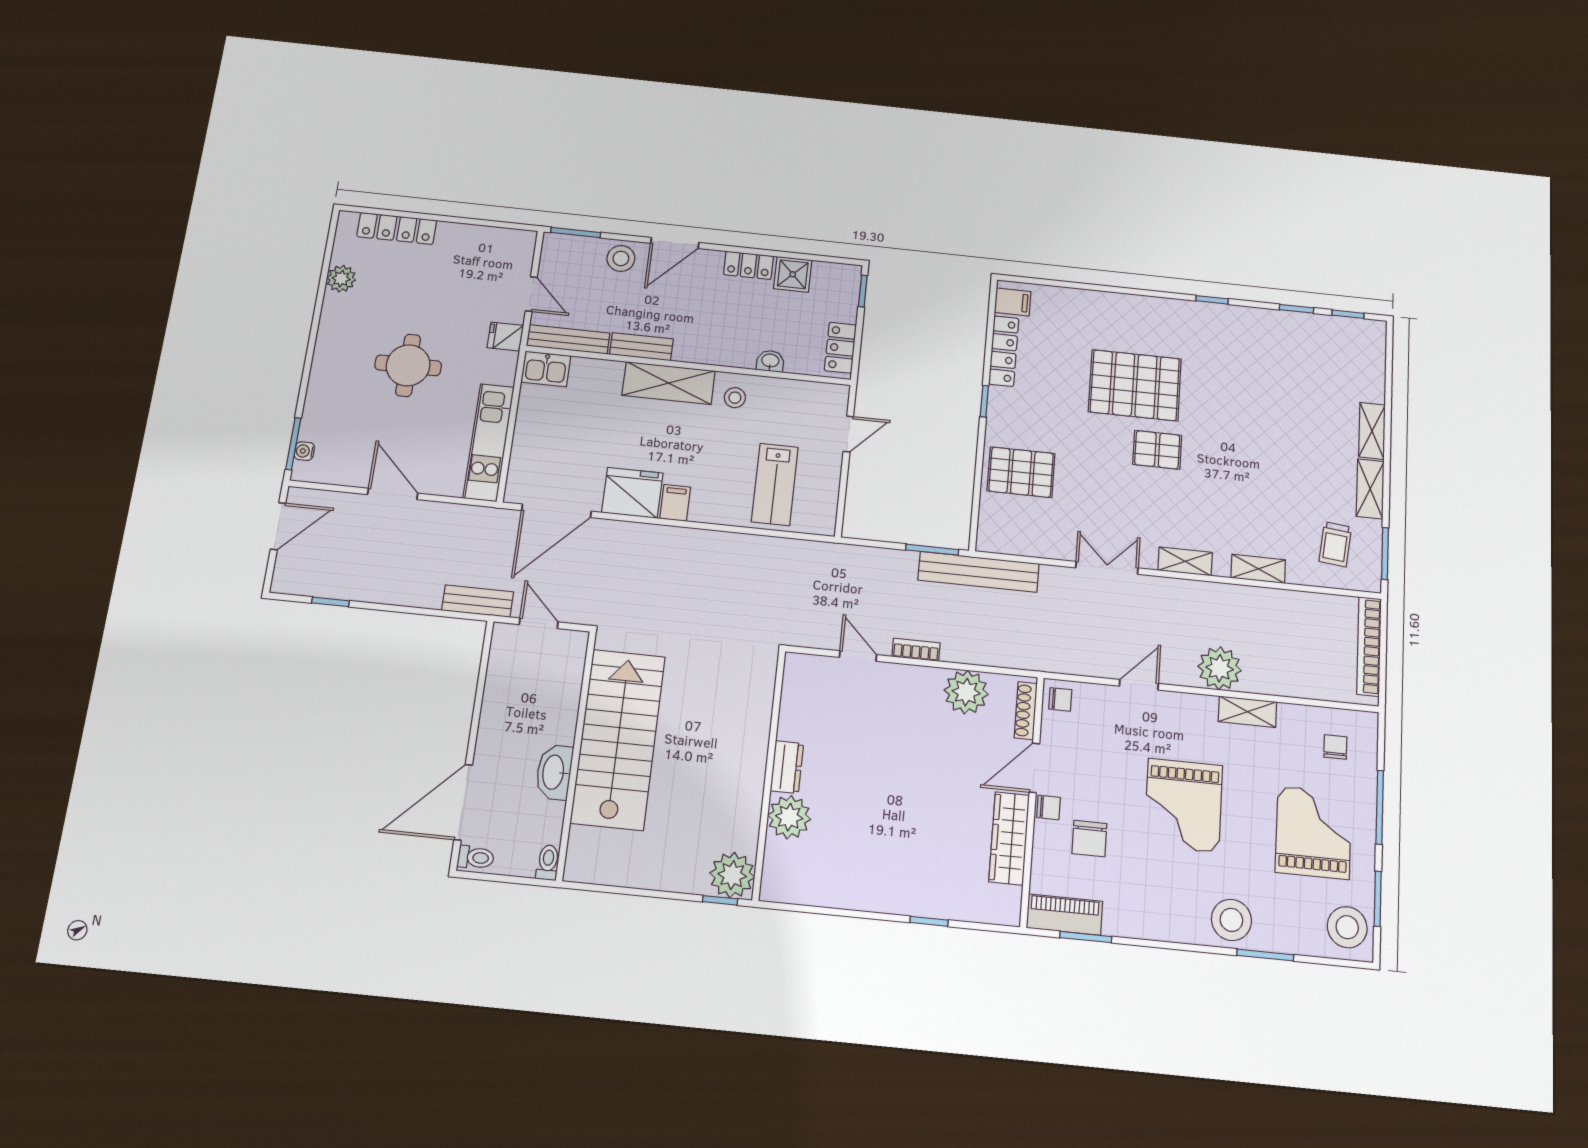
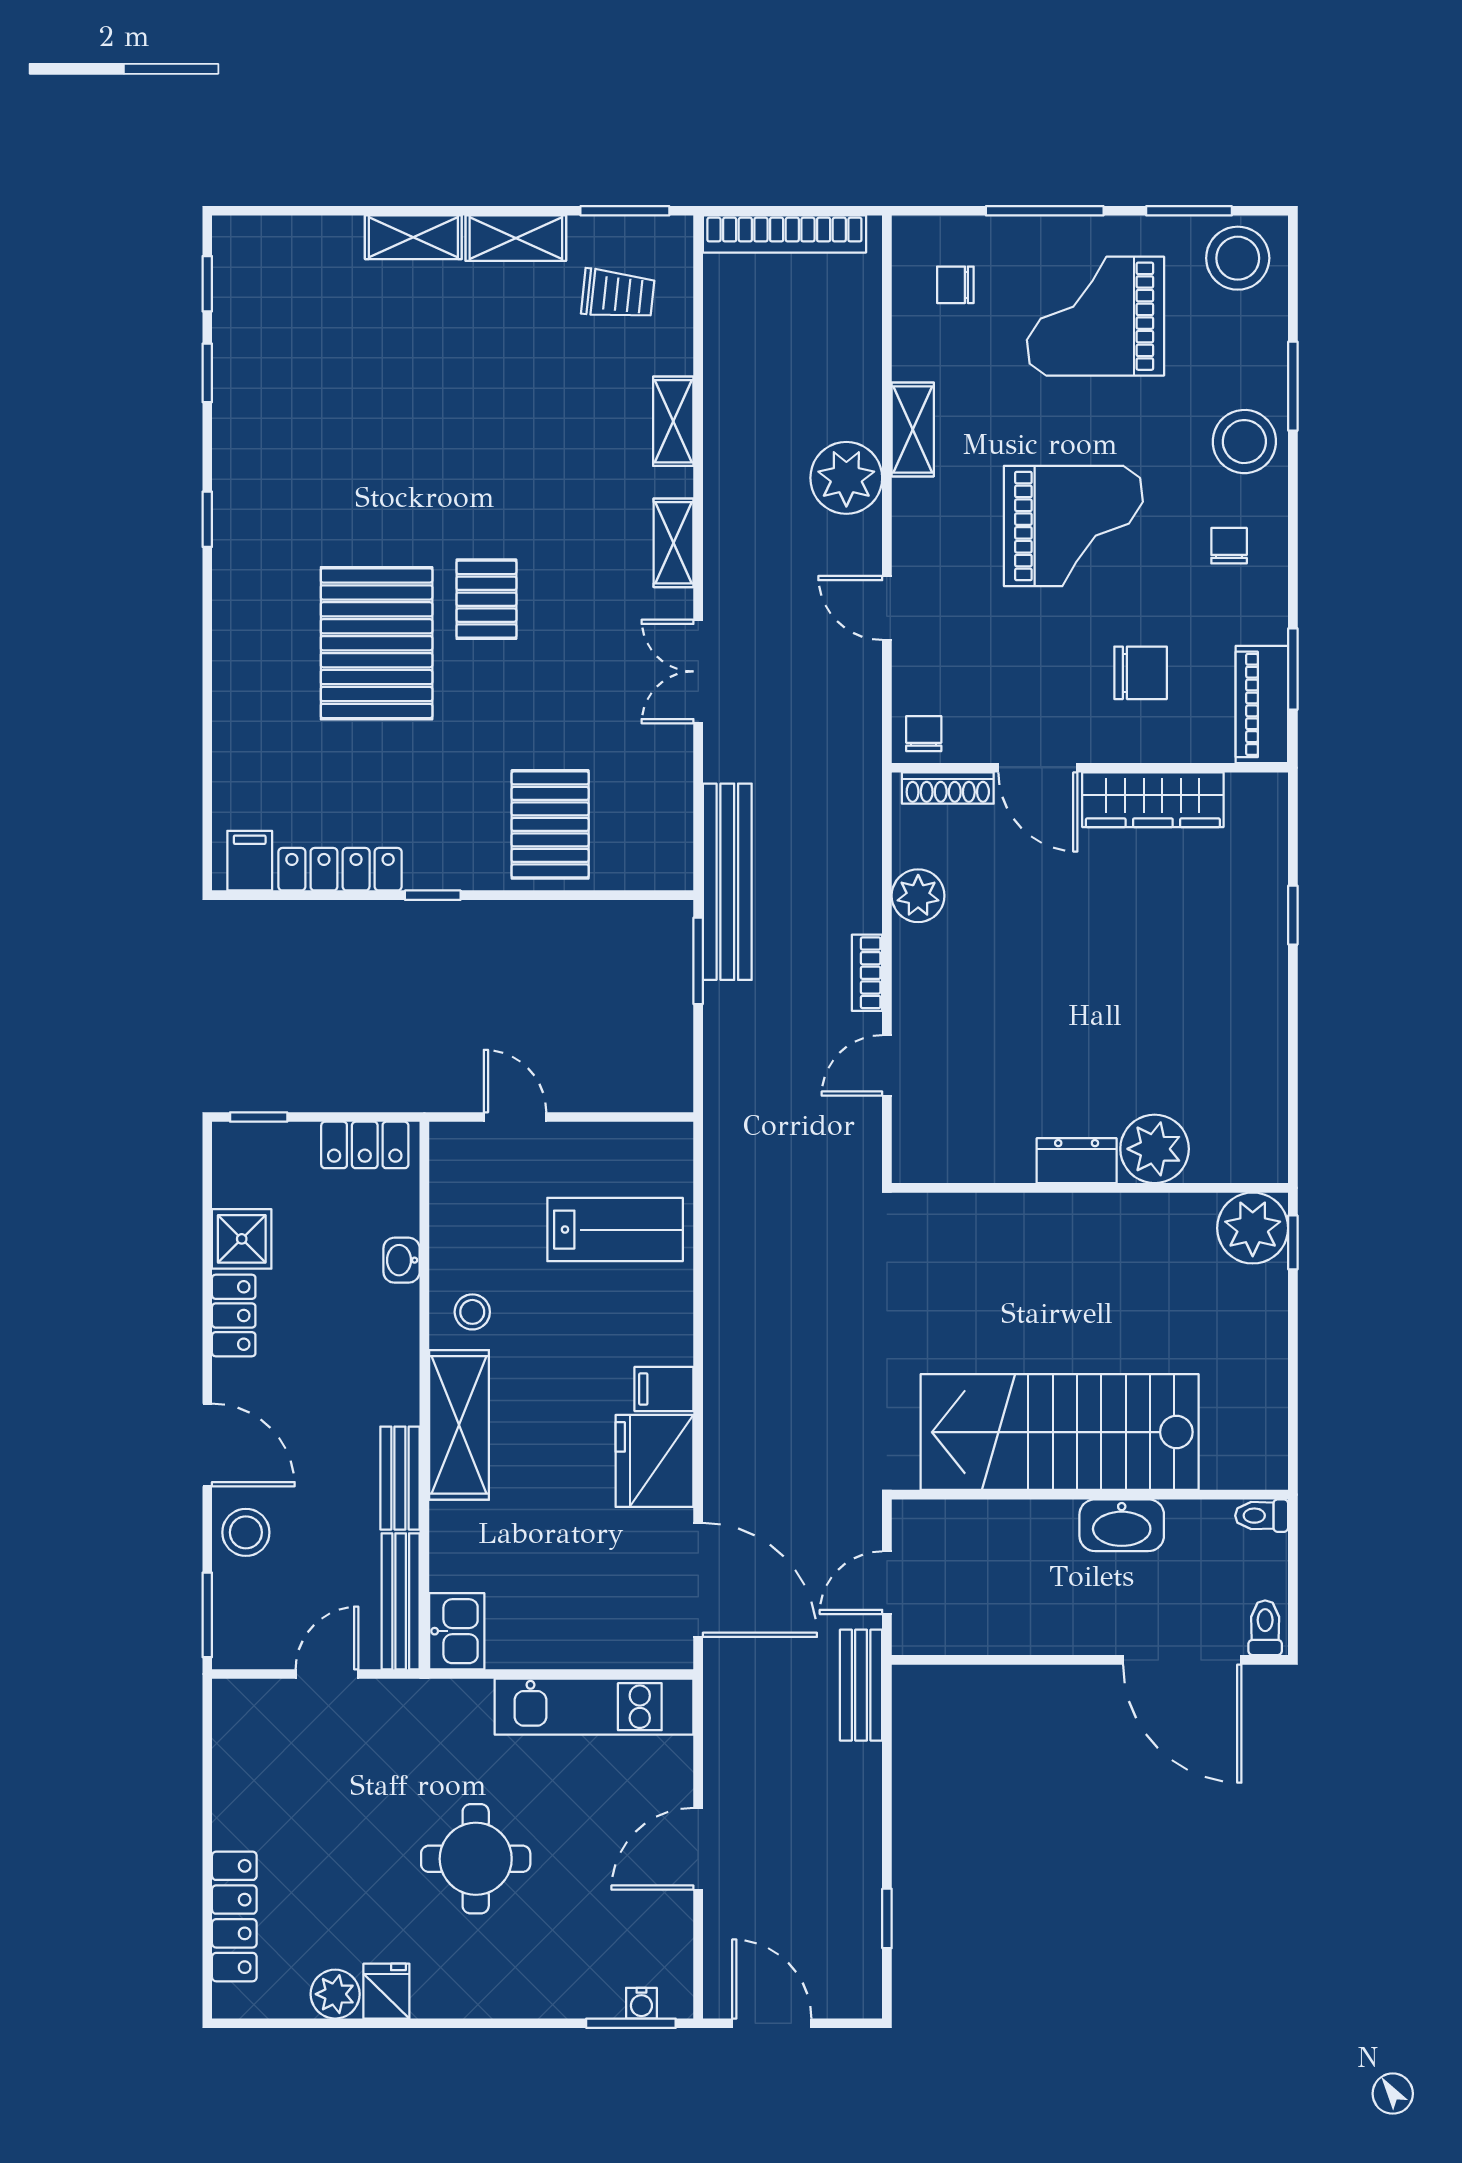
fridge: (505, 337) -> (386, 1991), moved, turned 180
plant: (966, 692) -> (918, 896), width x0.73, depth x0.73
chair: (1048, 807) -> (1229, 546), moved

